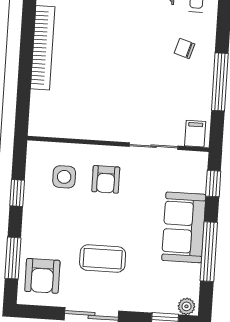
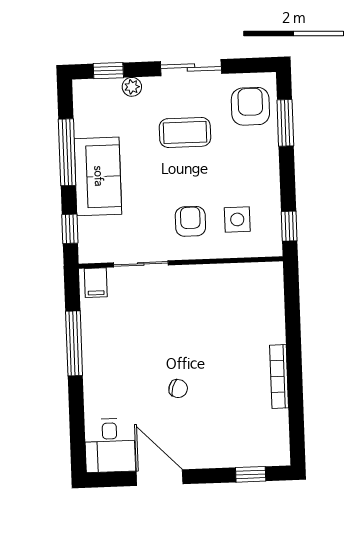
bookcase: (43, 48) -> (279, 377), width x0.68, depth x0.76
chair: (184, 48) -> (178, 389), moved
window: (17, 193) -> (289, 226), moved
plant: (186, 306) -> (132, 87), moved

